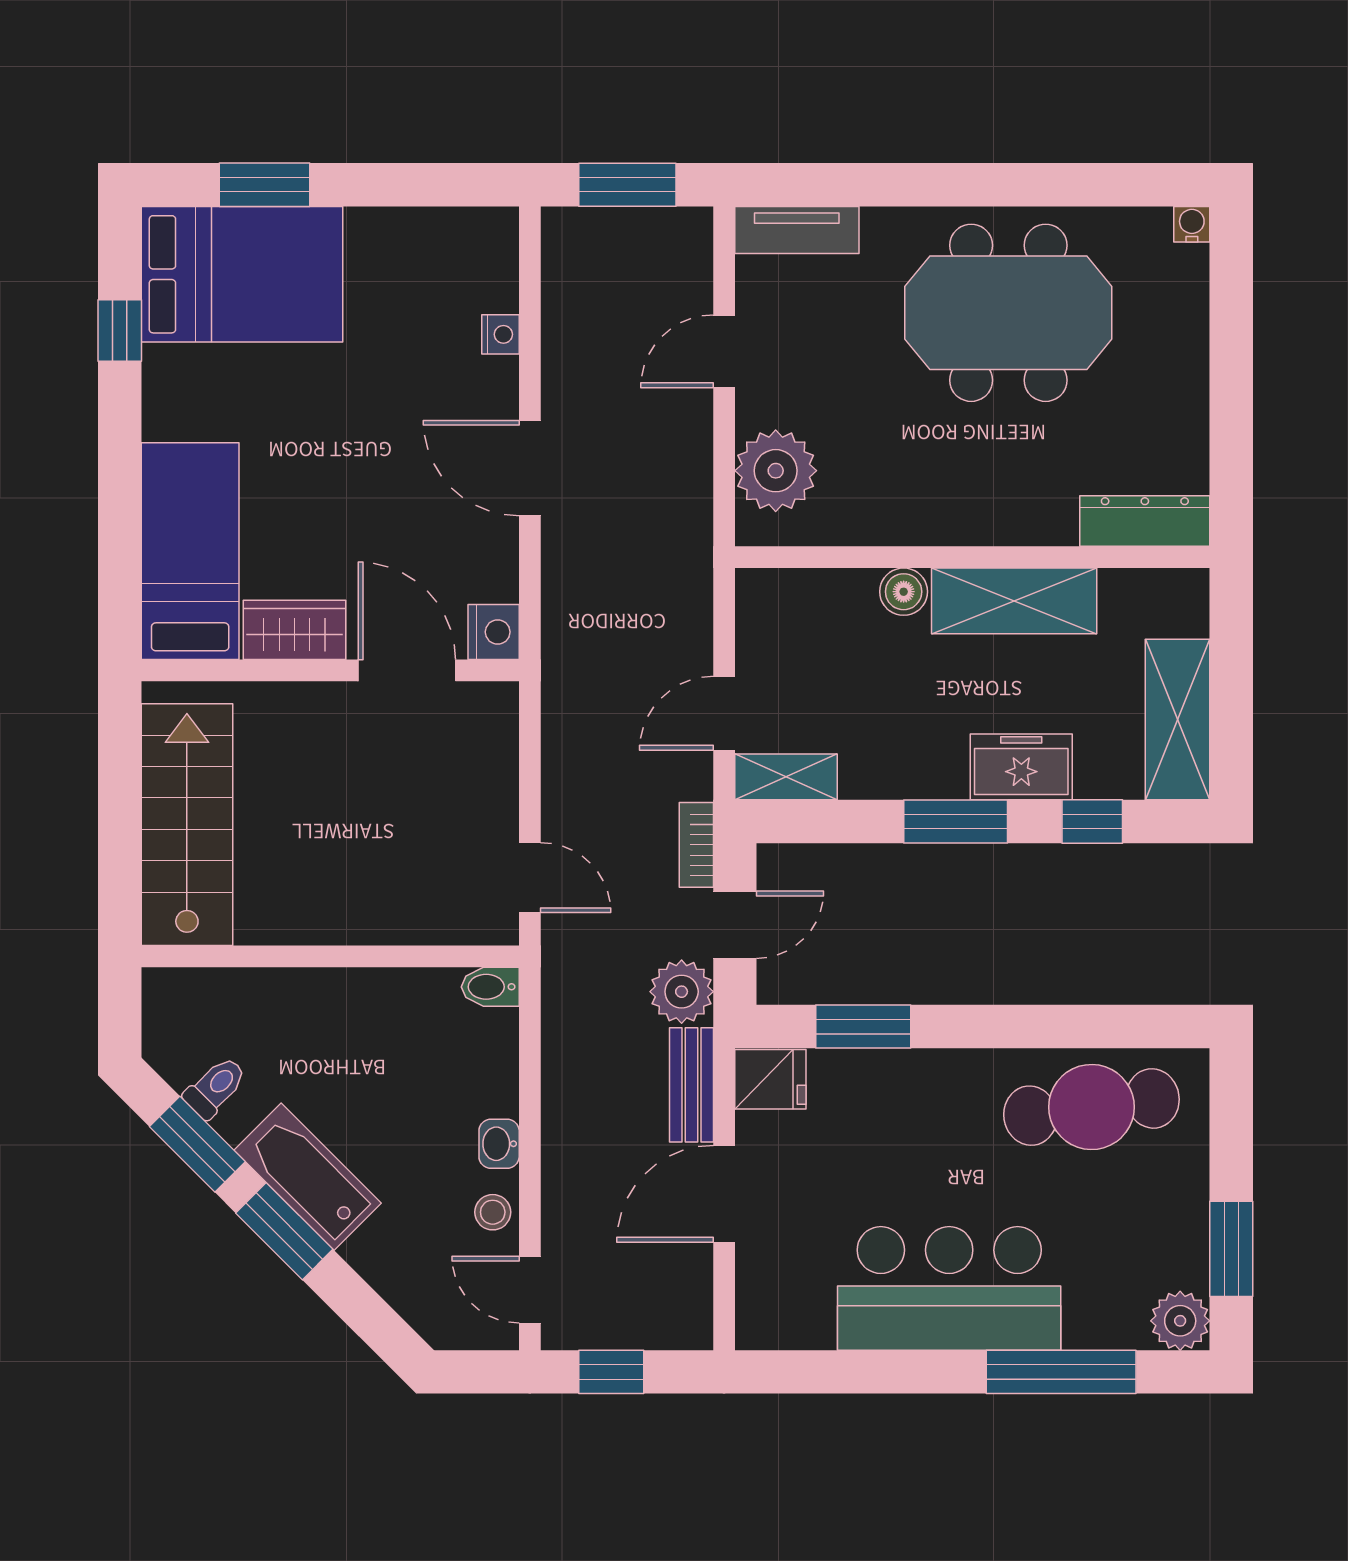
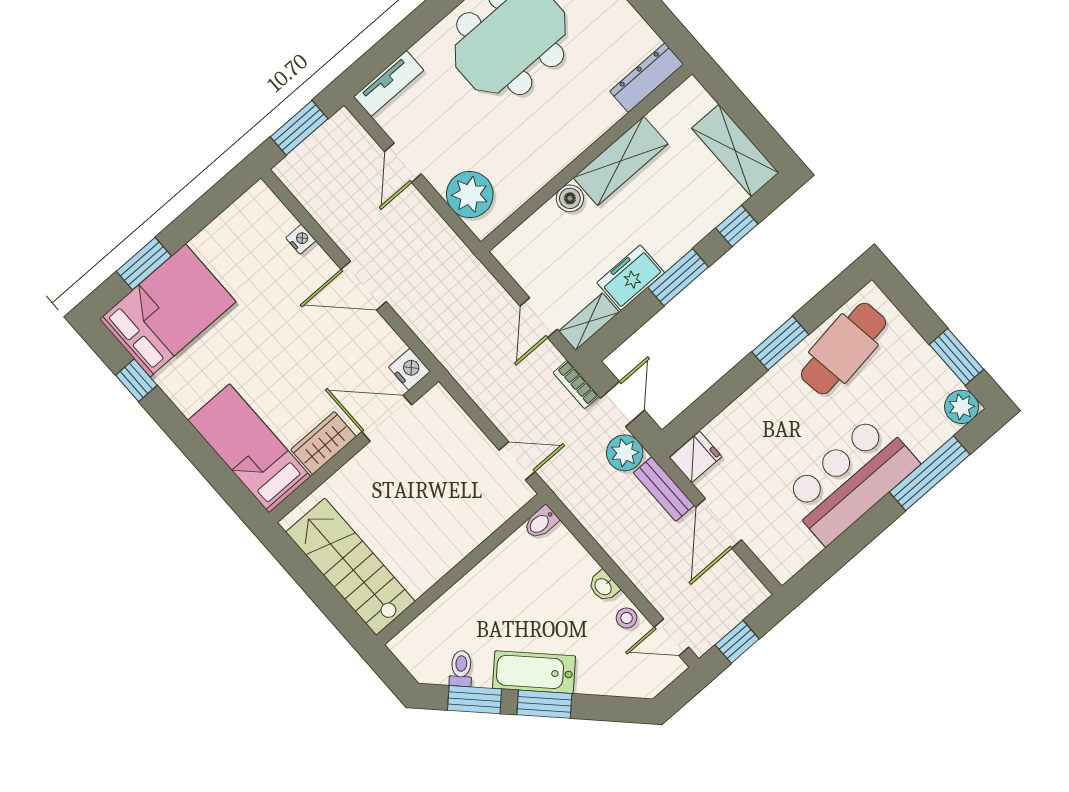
freezer: (1021, 767) -> (631, 278), moved
window: (863, 1027) -> (780, 343), moved

